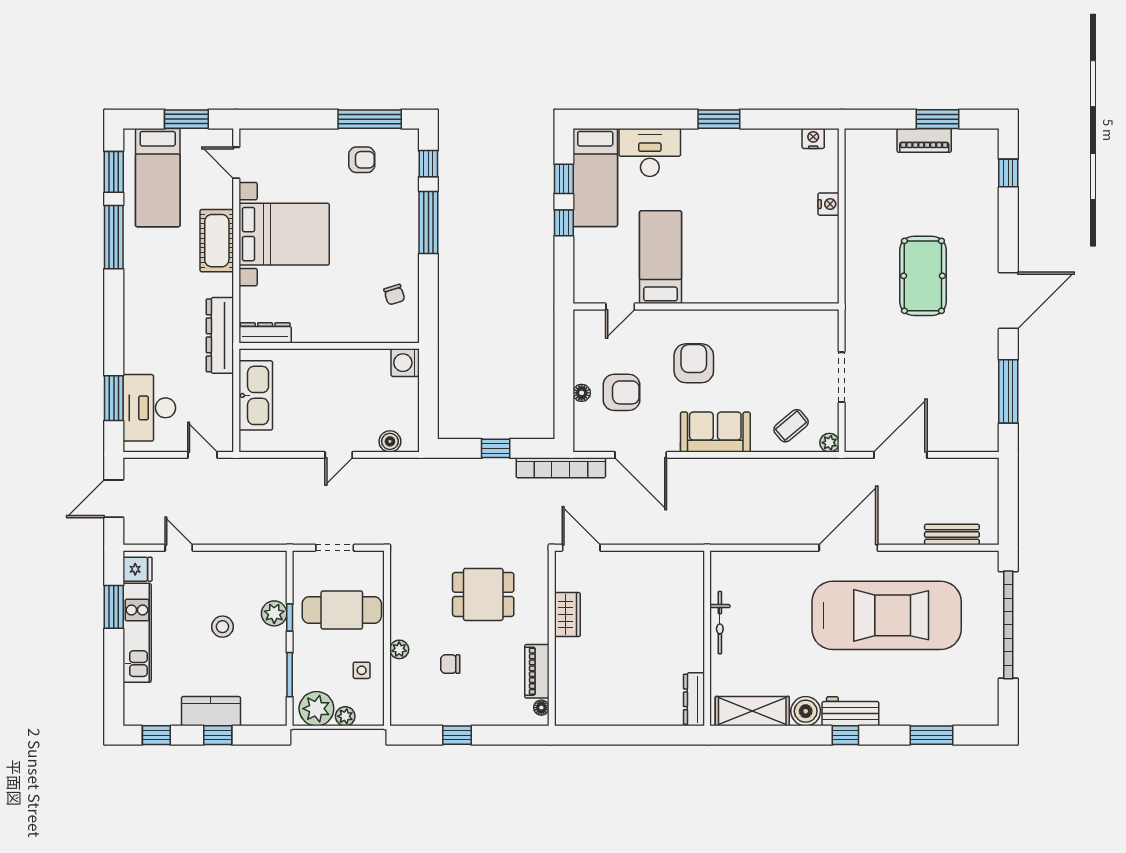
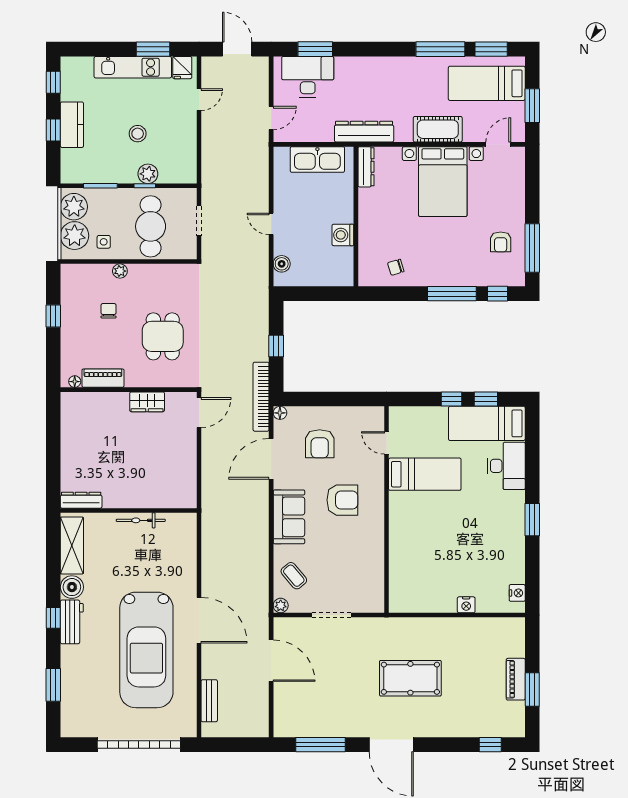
washing machine: (405, 363) -> (343, 235), moved, turned -90
floor lamp: (582, 393) -> (280, 413), moved
plant: (345, 716) -> (75, 236), width x1.88, depth x1.88

